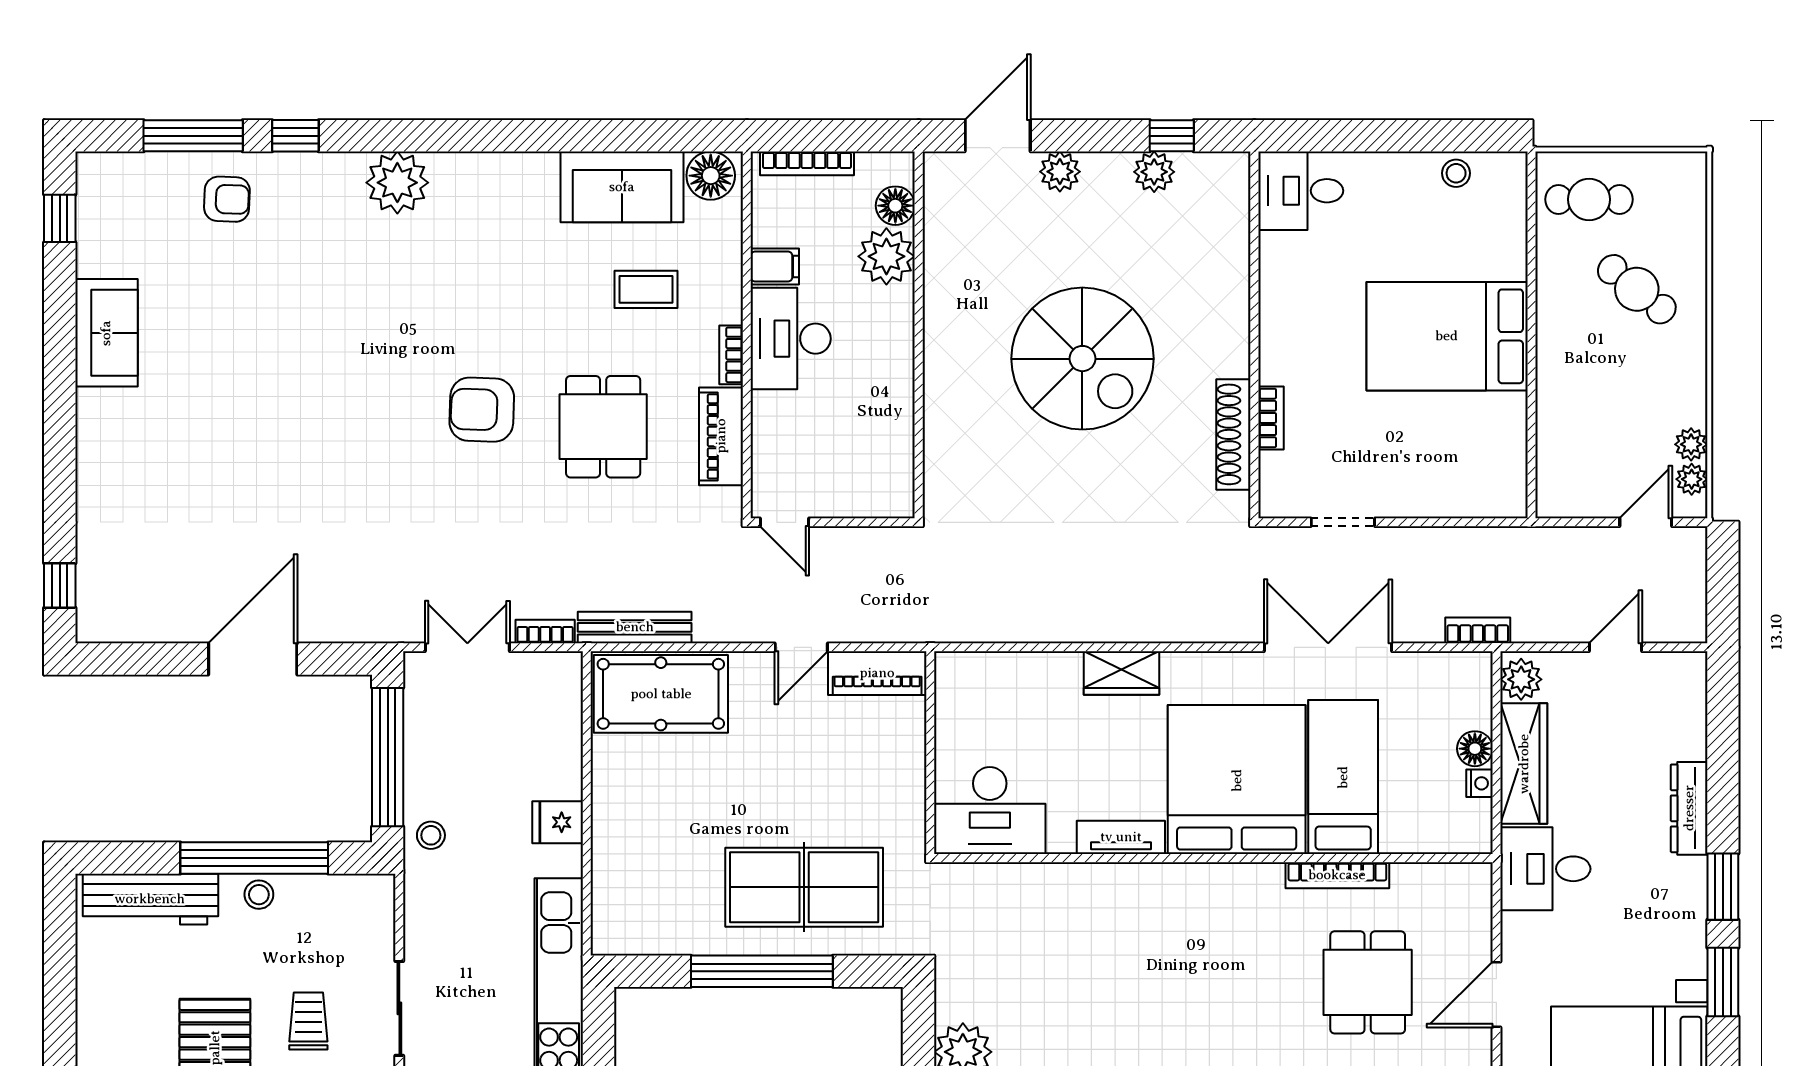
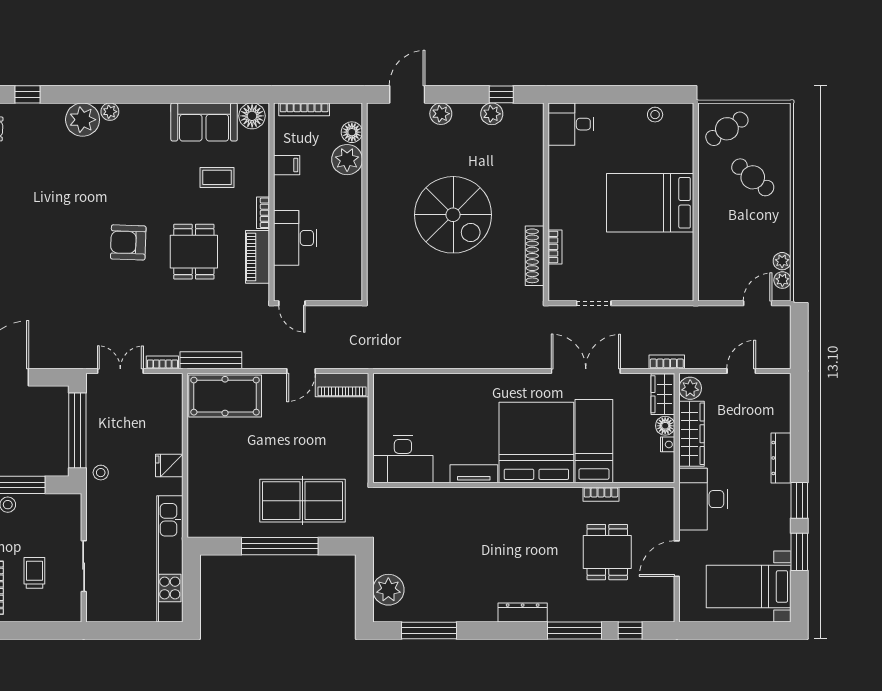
plant: (448, 168) -> (110, 112), added
cafe table: (1589, 199) -> (727, 129), turned -34
desk: (791, 339) -> (295, 238), moved
wardrobe: (1122, 673) -> (663, 394), moved, turned 90
desk: (1545, 869) -> (703, 499), width x1.37
bookcase: (1337, 875) -> (601, 494), width x0.64

